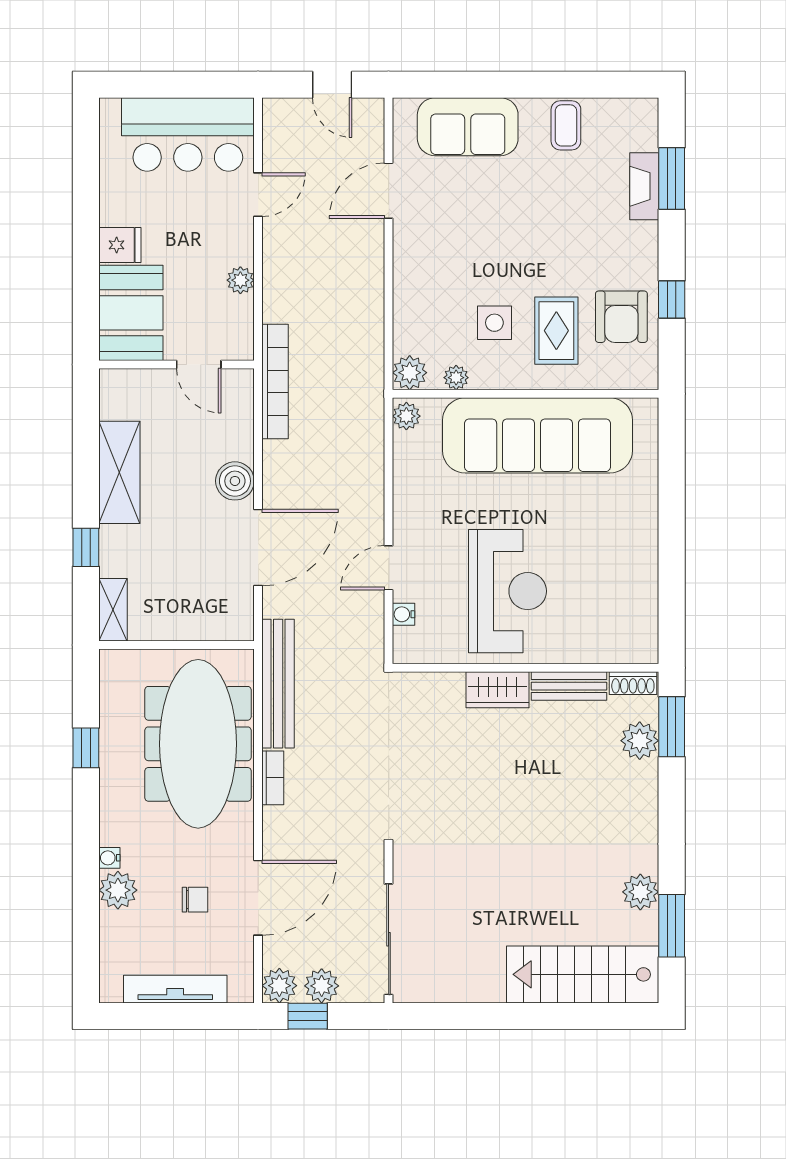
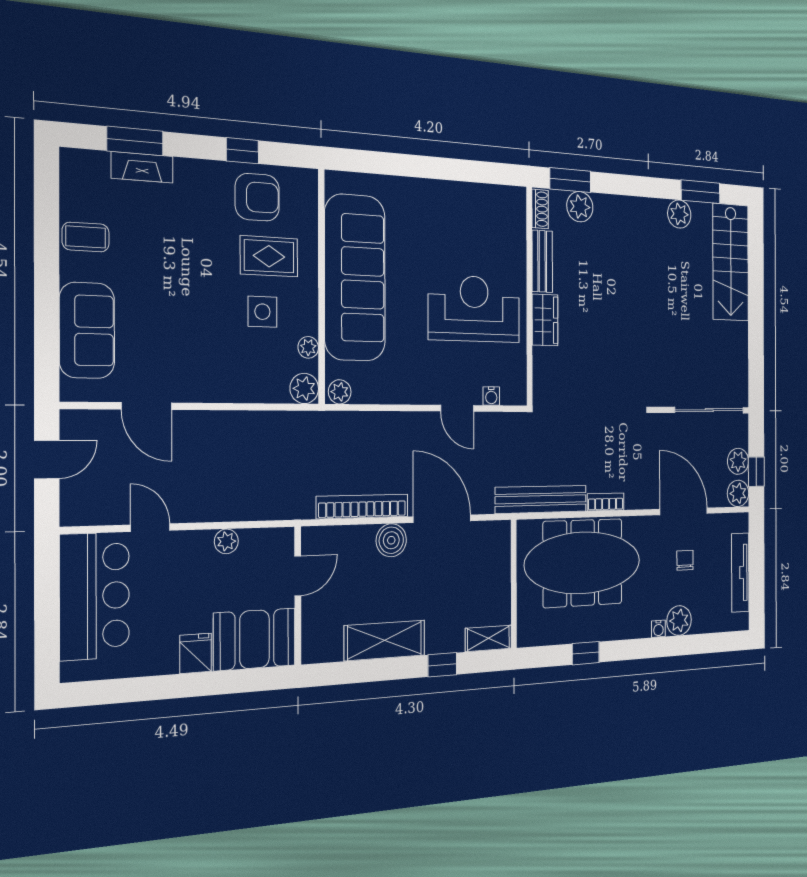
bookcase: (275, 382) -> (362, 506), moved

